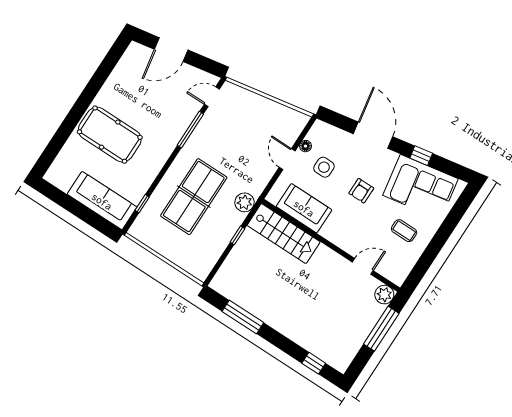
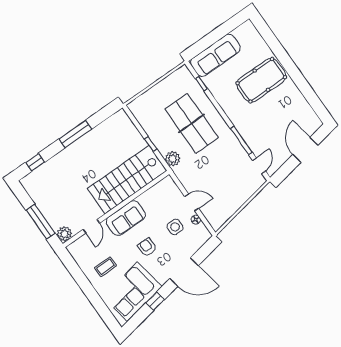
sofa: (304, 208) -> (126, 218), moved
stairs: (284, 234) -> (127, 180), width x1.36, depth x1.51
window: (243, 317) -> (75, 134), moved

